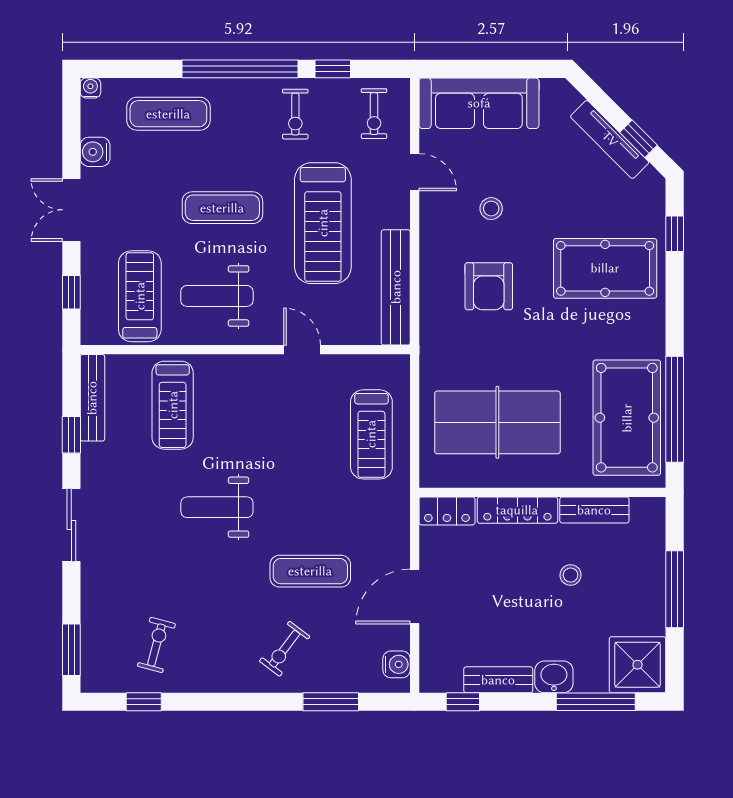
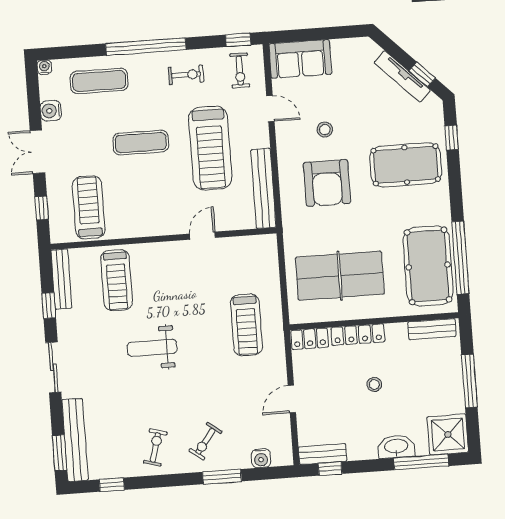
window: (333, 69) -> (238, 40), moved
sofa: (479, 103) -> (300, 59), width x0.73
exercise bike: (295, 114) -> (186, 75), turned -90
armchair: (489, 286) -> (327, 183), width x1.36, depth x1.36
weight bench: (217, 296) -> (141, 203), removed
door: (302, 350) -> (202, 236), hinge flipped
treadmill: (371, 434) -> (246, 325), moved
bench: (594, 510) -> (432, 329), moved
exercise mat: (310, 571) -> (219, 387), removed
stool: (571, 575) -> (374, 384), moved
door: (415, 597) -> (292, 399), width x0.73
bench: (95, 633) -> (75, 440), added
exercise bike: (156, 645) -> (155, 447), moved
water cooler: (397, 664) -> (261, 458), moved, turned 90
washbasin: (554, 677) -> (396, 447), width x1.38
bench: (498, 680) -> (323, 454), moved
window: (331, 702) -> (222, 477), moved

